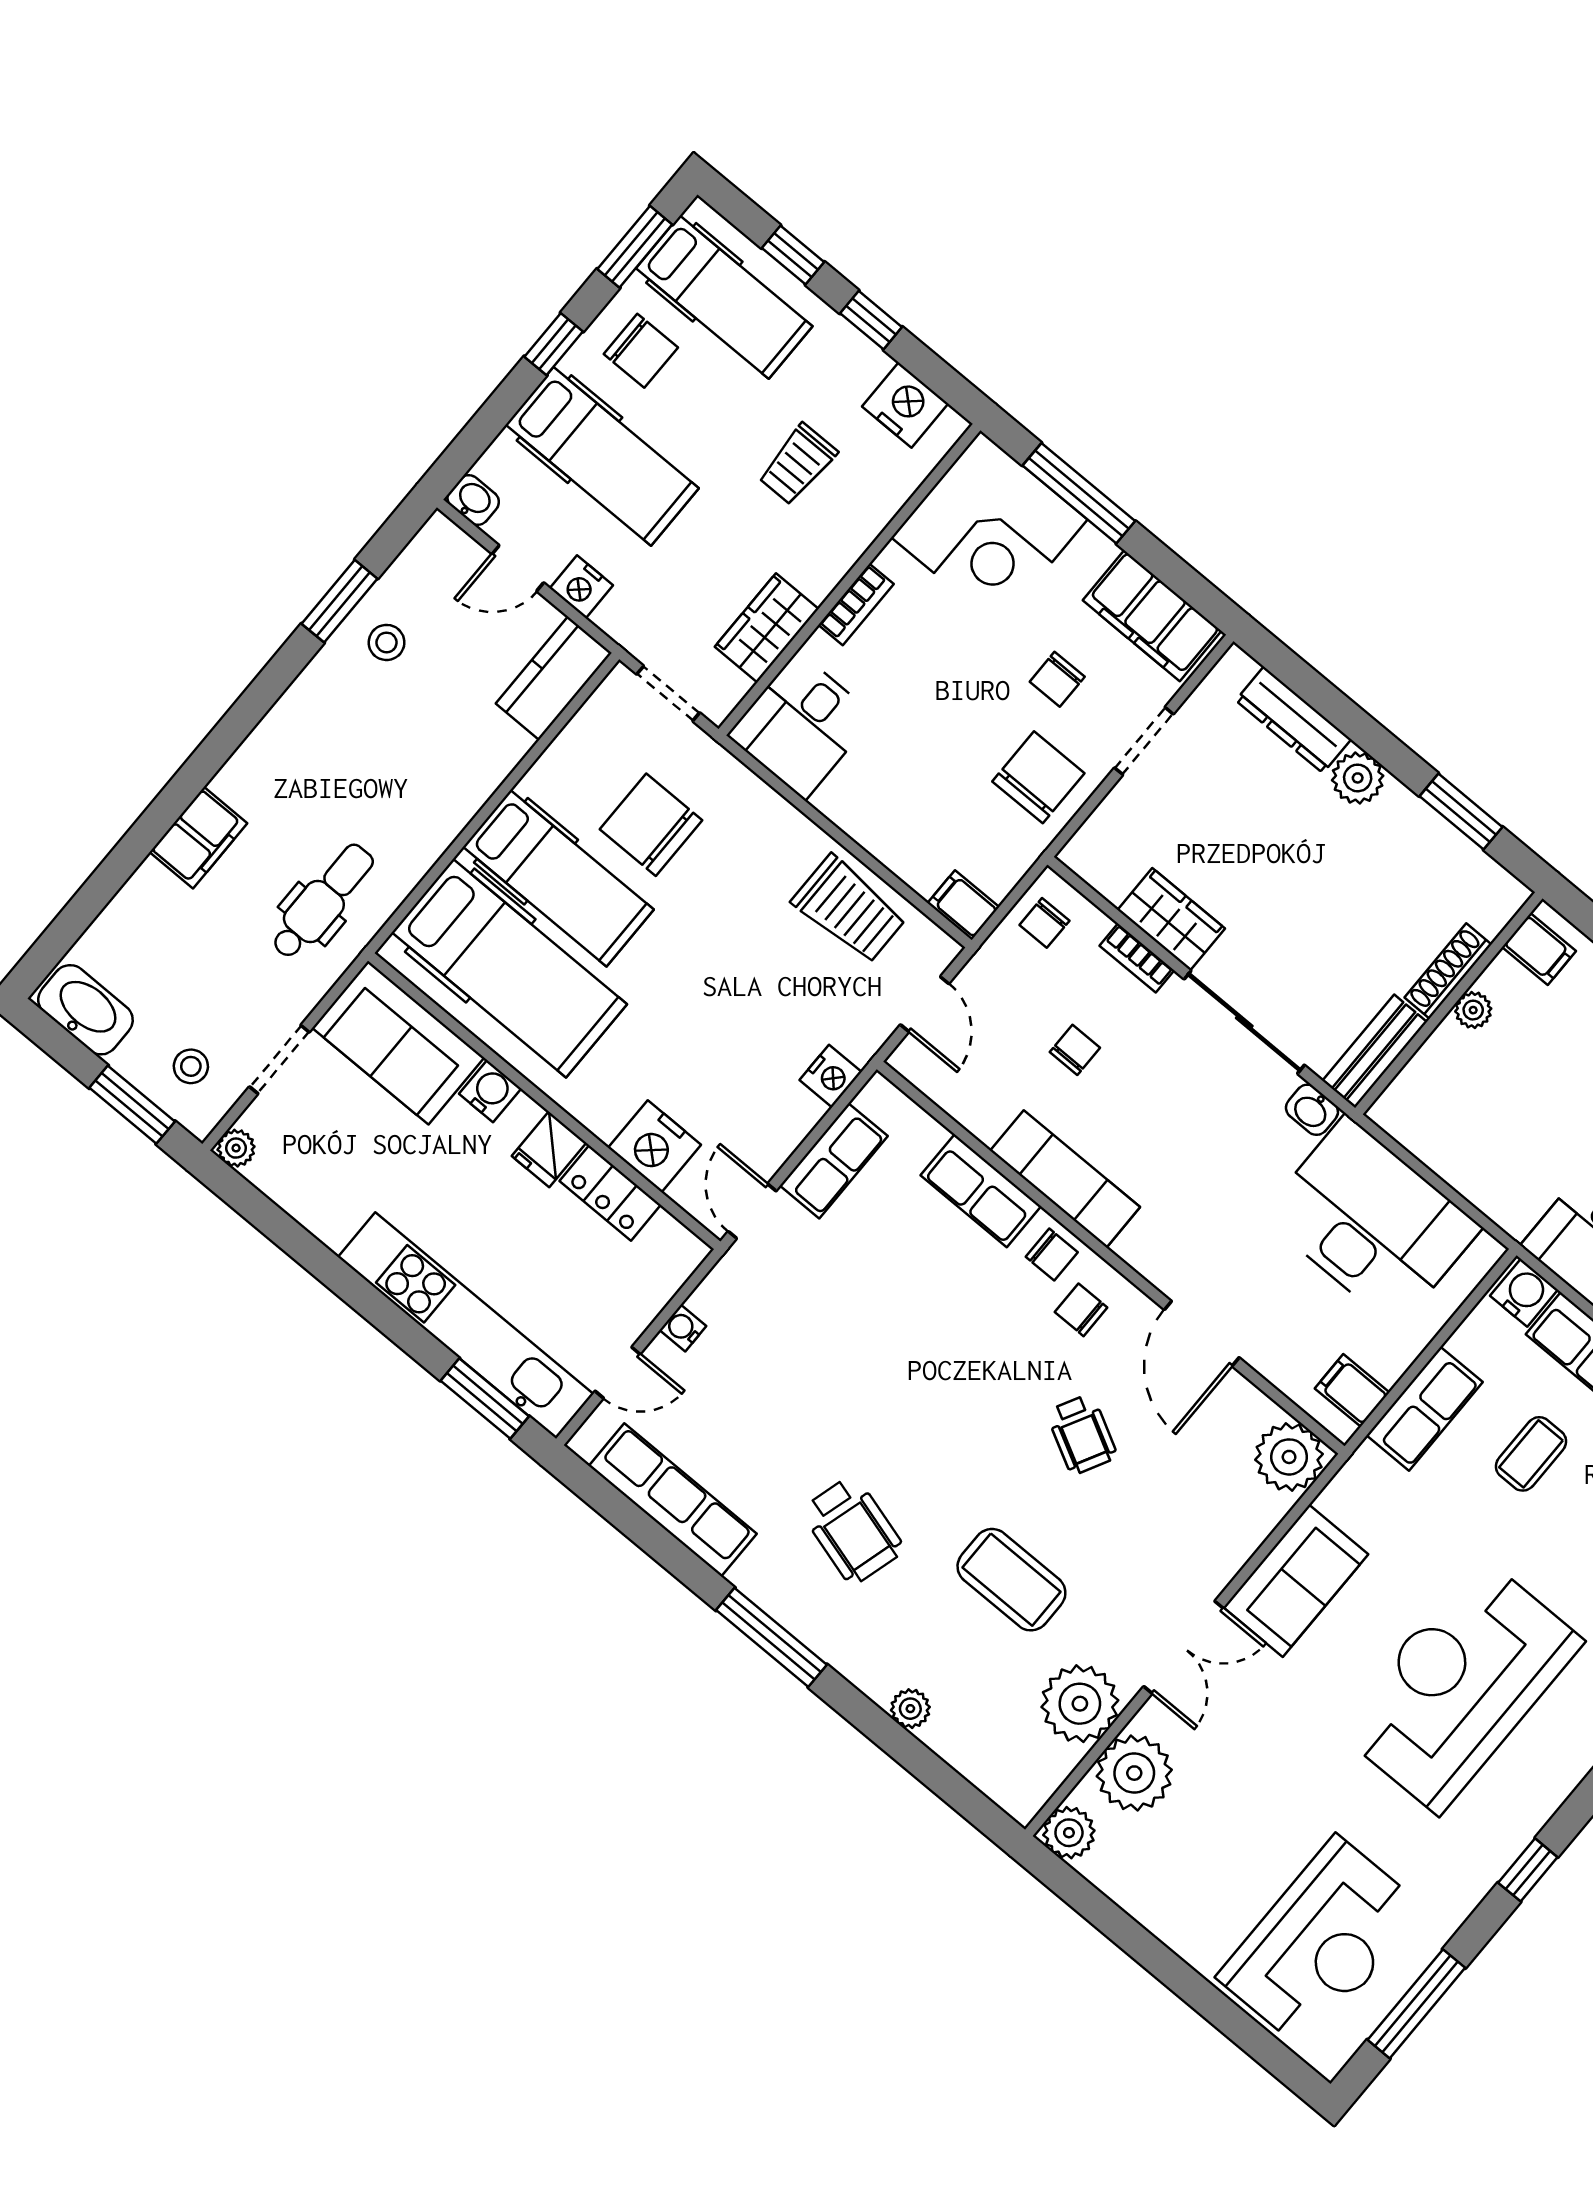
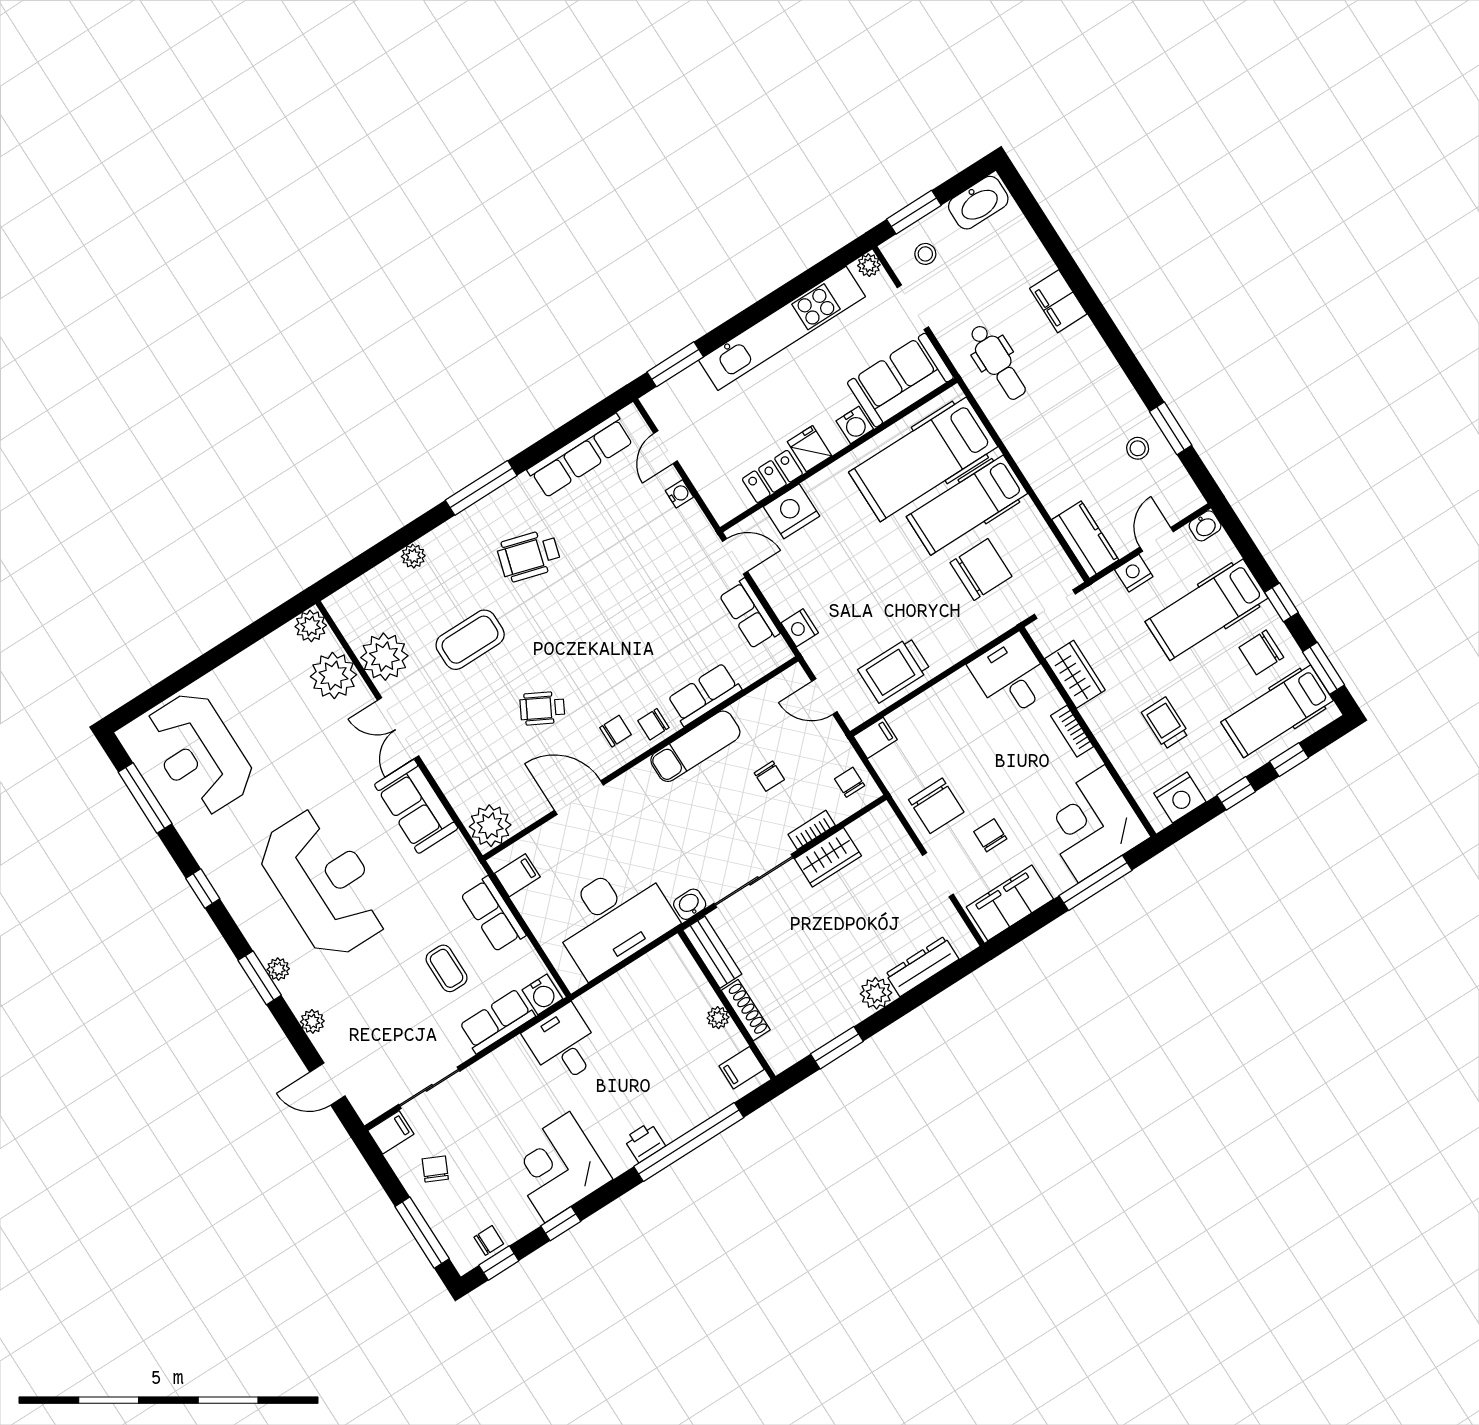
kitchen unit: (466, 1326) -> (782, 328), moved

